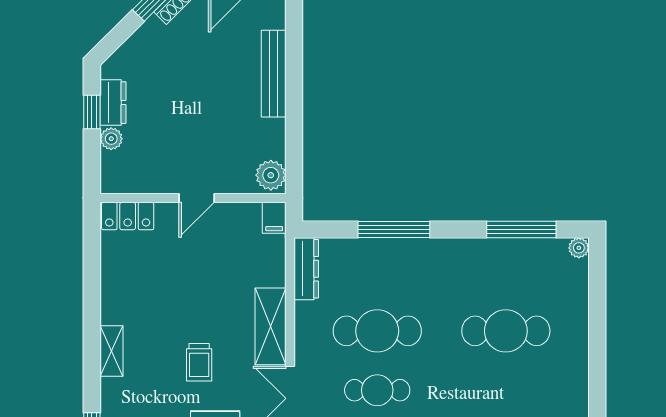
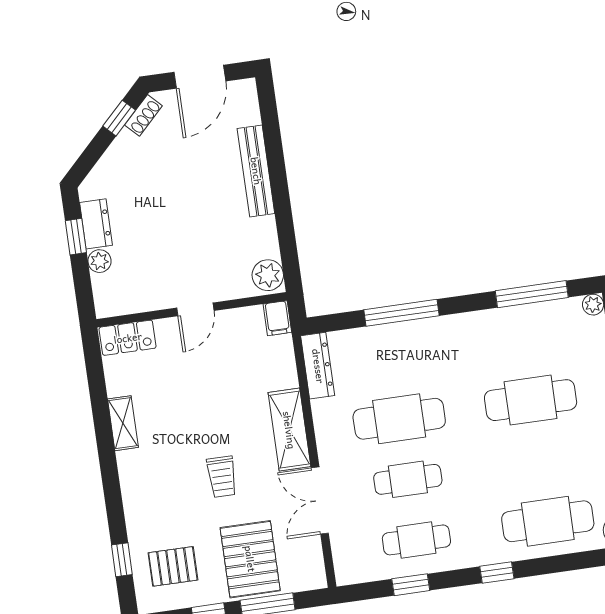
shelving: (112, 351) -> (123, 423), moved

